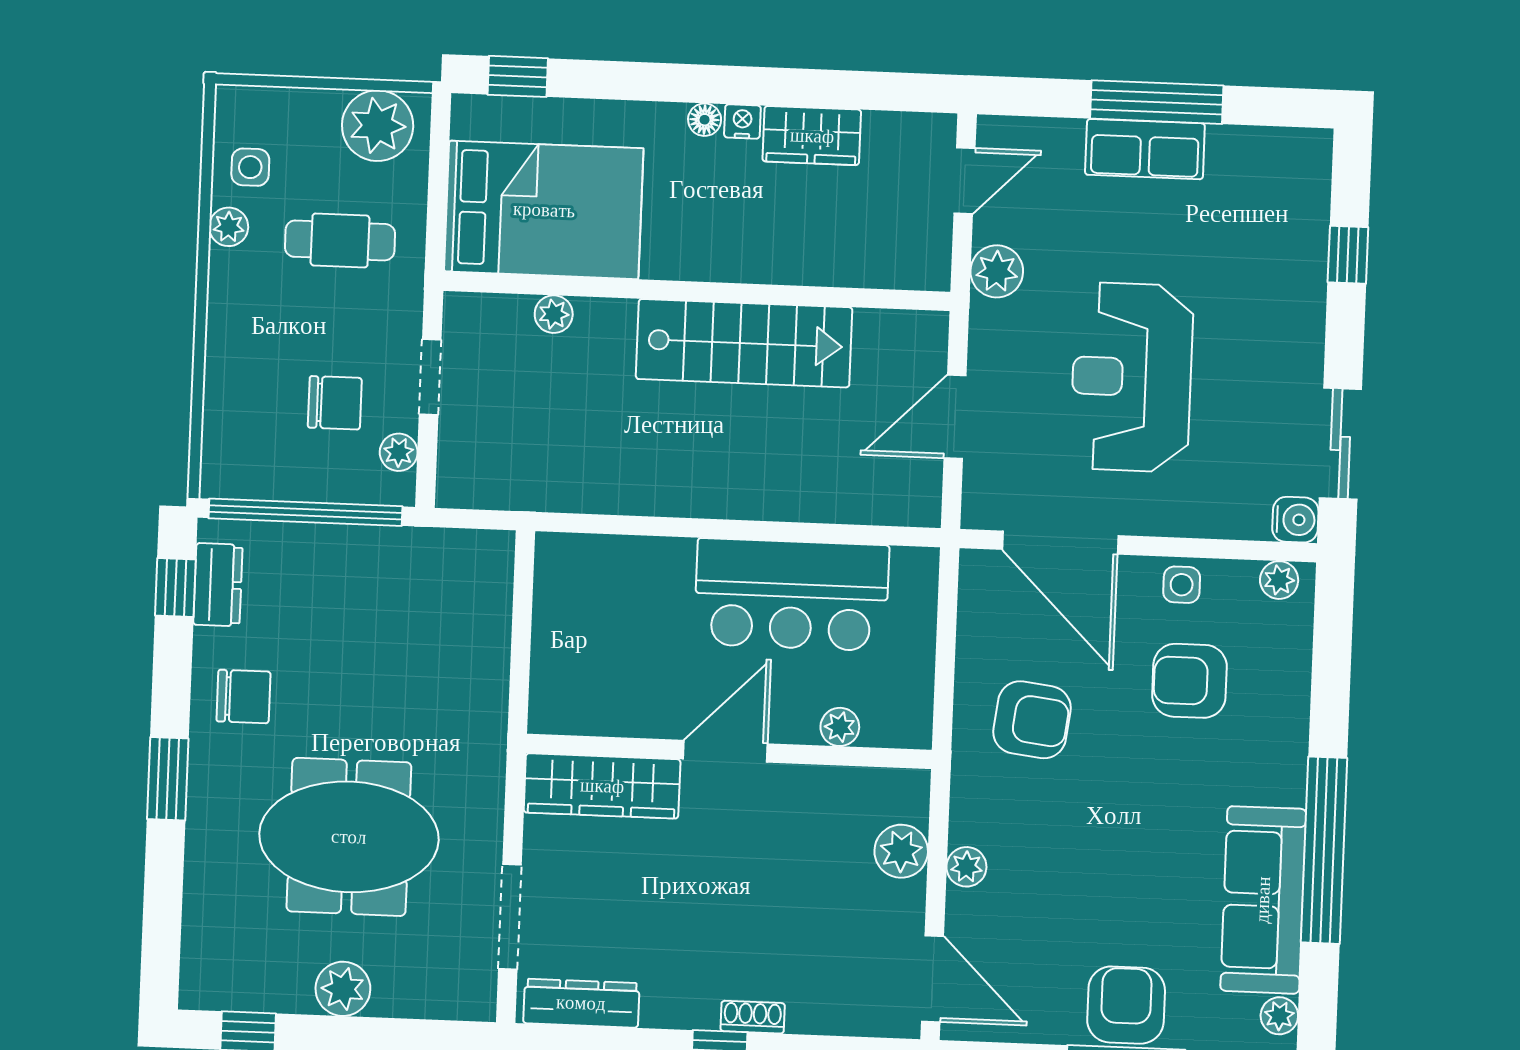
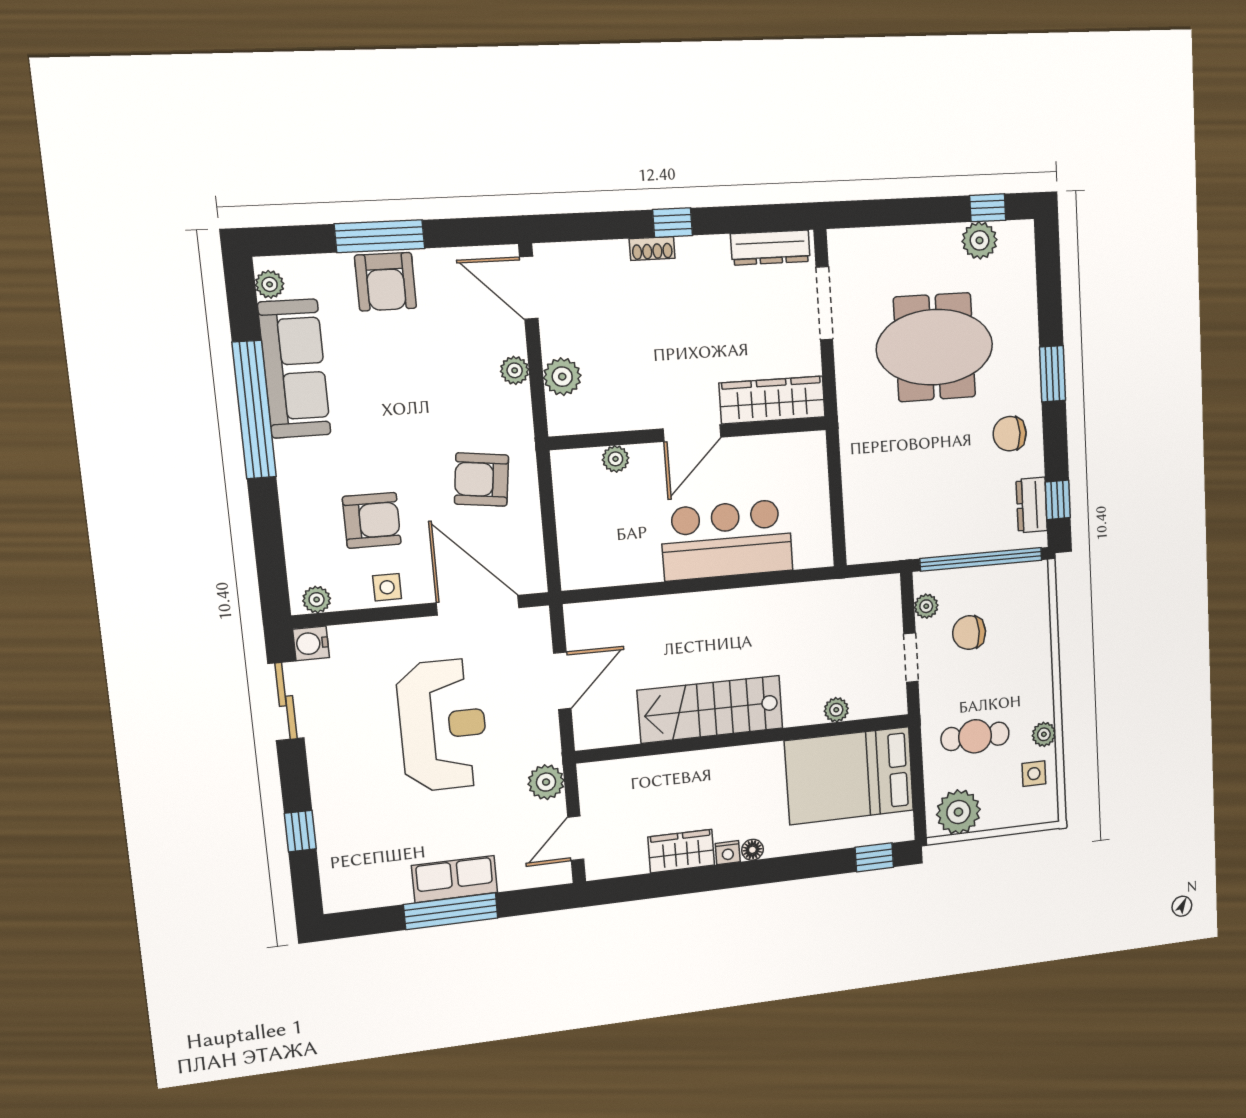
bar counter: (792, 595) -> (727, 540), moved
plant: (343, 989) -> (980, 240), moved

